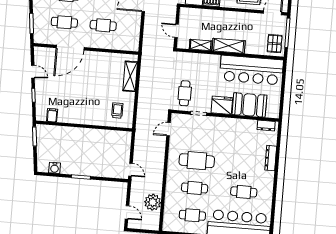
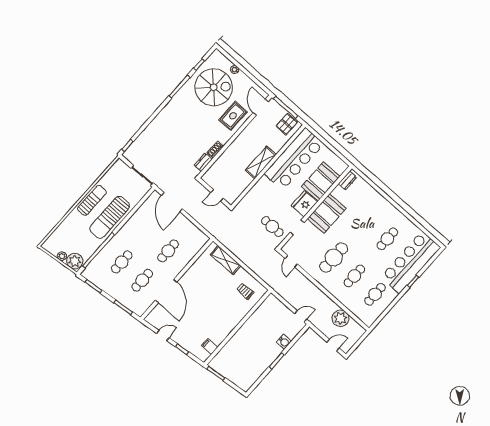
pallet: (275, 44) -> (287, 124), turned 90
shelving: (201, 45) -> (243, 184), removed
booth: (228, 129) -> (327, 214), added
dresser: (271, 158) -> (376, 197), removed
water cooler: (55, 168) -> (284, 342), moved

